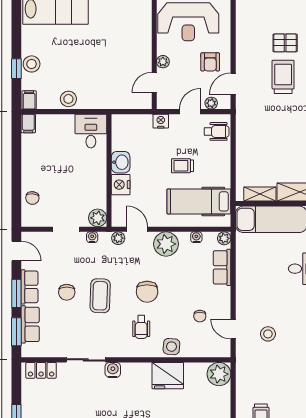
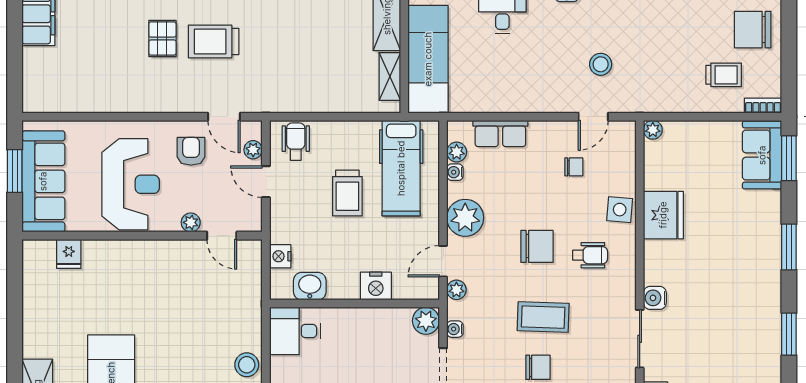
armchair: (210, 62) -> (191, 151), turned -90
nightstand: (161, 121) -> (280, 256), moved
washbasin: (121, 162) -> (310, 286), moved
trolley: (182, 166) -> (347, 193), width x1.36, depth x1.39
plant: (224, 238) -> (457, 152), moved
plant: (219, 374) -> (653, 130), width x0.53, depth x0.53

